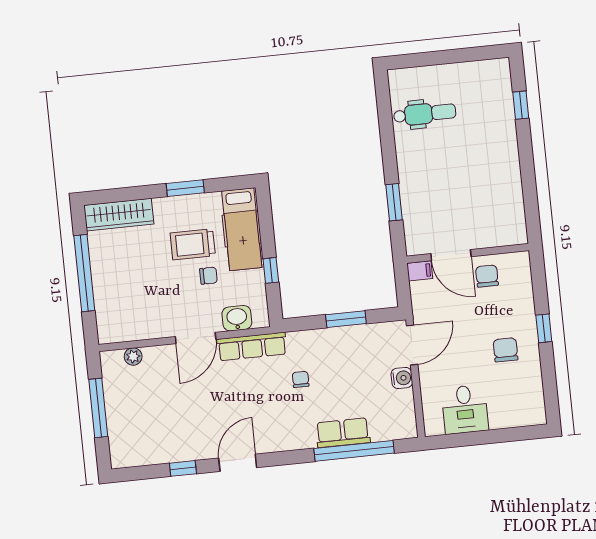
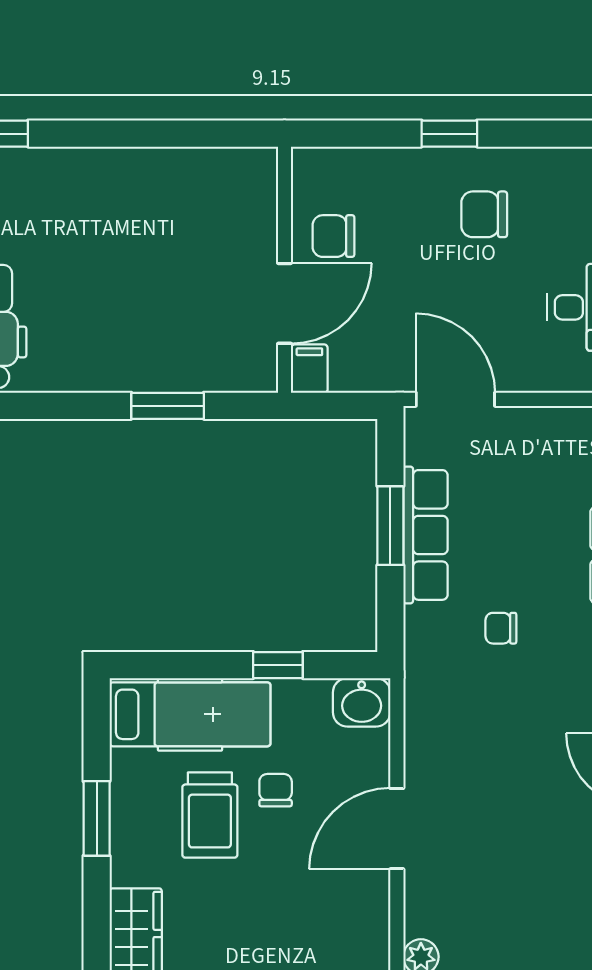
washbasin: (237, 318) -> (362, 702), moved, turned -90
door: (196, 338) -> (397, 829), swing flipped
row of seats: (252, 347) -> (425, 535), moved
water cooler: (402, 378) -> (519, 426), removed

